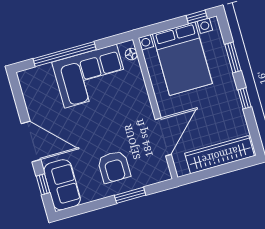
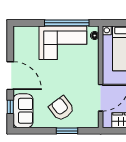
window: (65, 54) -> (67, 23), moved
armchair: (114, 167) -> (61, 108), turned 143

